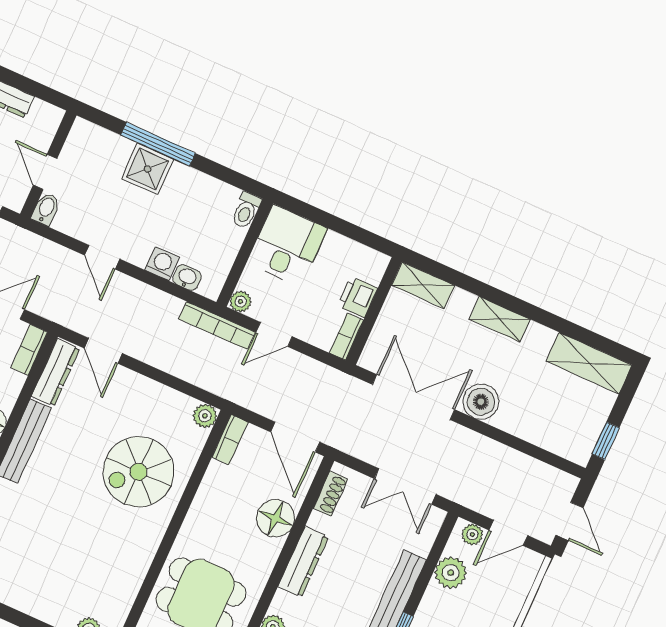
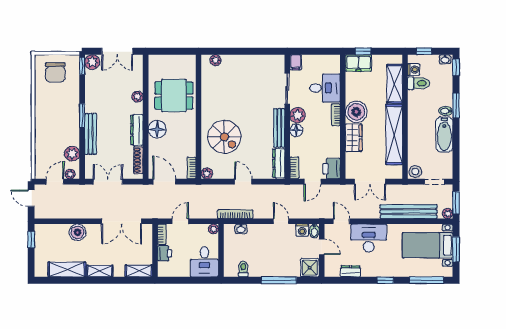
shower: (148, 169) -> (310, 268), moved
toilet: (246, 210) -> (243, 269), moved
washing machine: (162, 264) -> (302, 230), moved
bookcase: (217, 326) -> (235, 214), moved
door: (274, 334) -> (180, 221), moved
door: (103, 351) -> (243, 182), moved
shelving: (589, 363) -> (67, 269), moved
boiler: (481, 402) -> (77, 232), moved
spiral stairs: (139, 472) -> (224, 137), turned 90
shoe rack: (330, 494) -> (138, 160), width x1.43
floor lamp: (275, 518) -> (157, 129), moved

